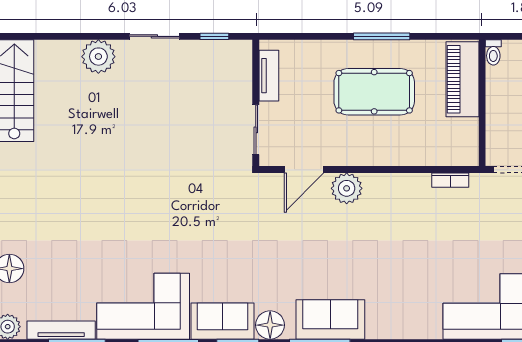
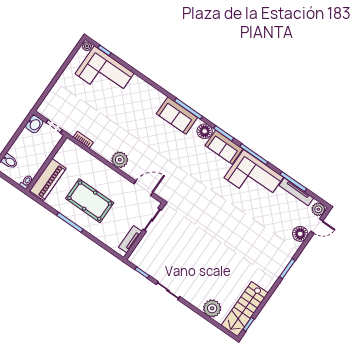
plant: (98, 57) -> (212, 308), moved
plant: (347, 188) -> (120, 160), moved

